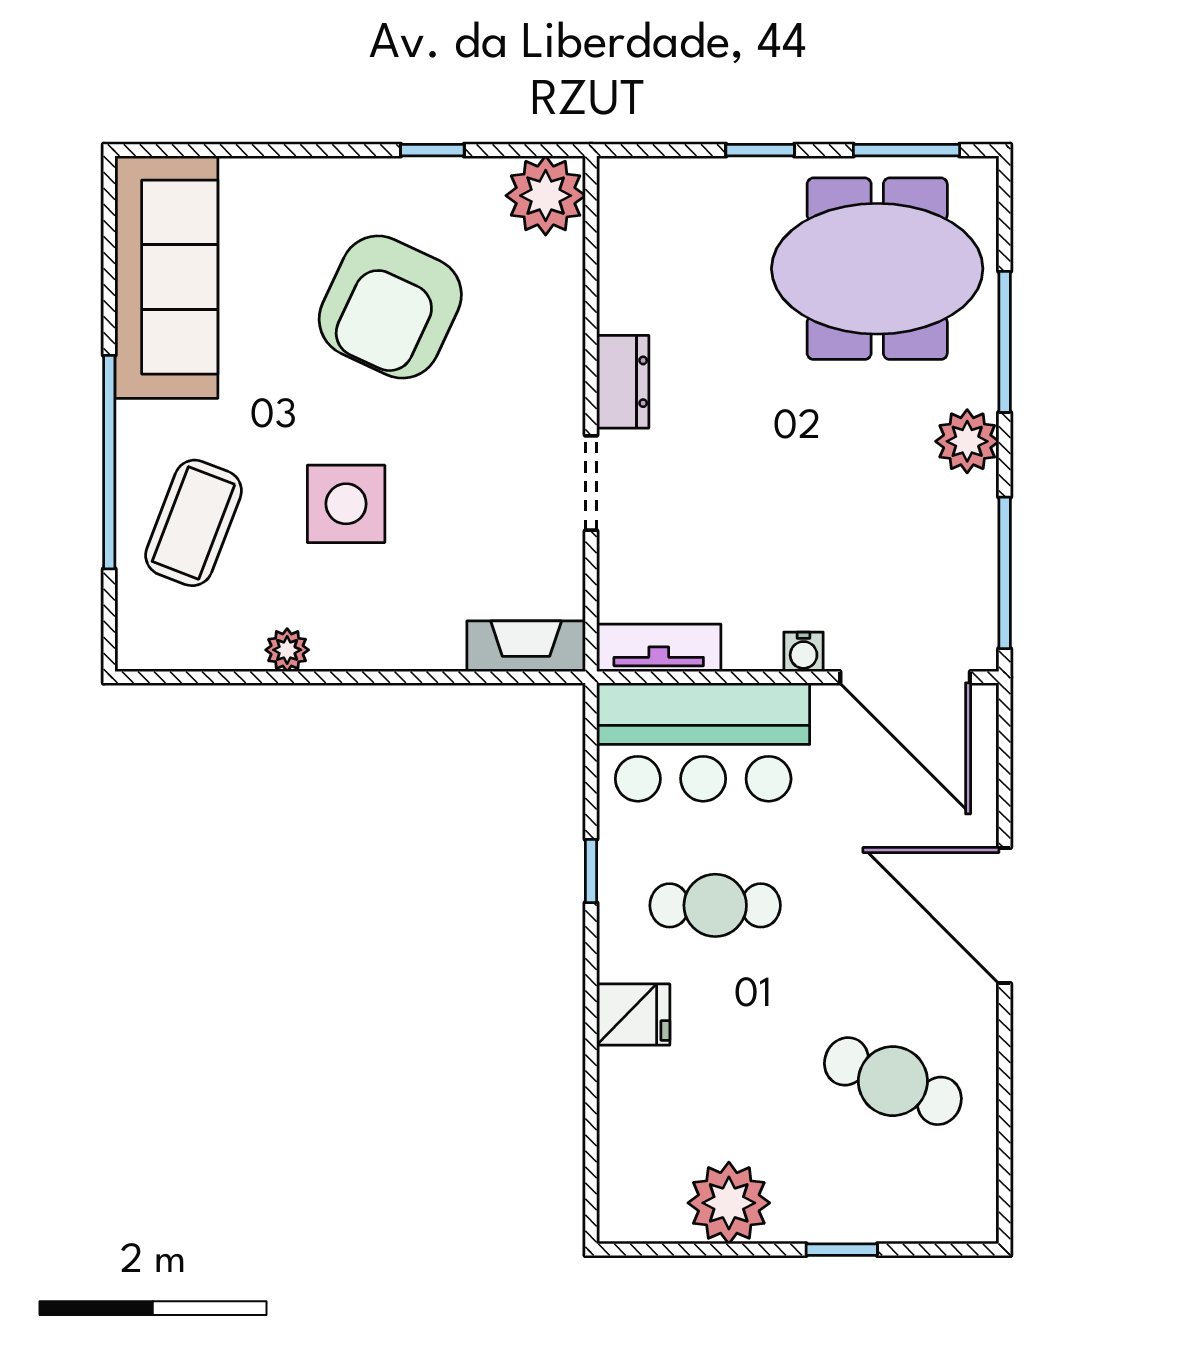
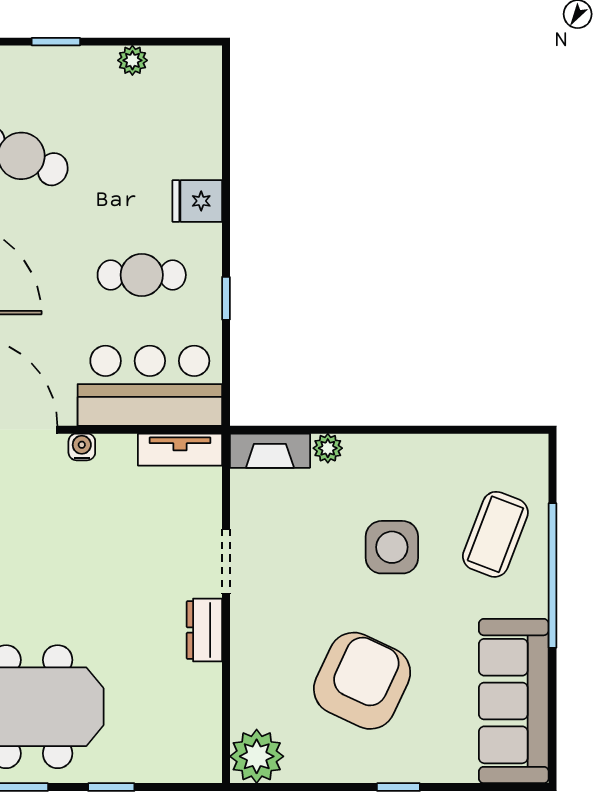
window: (432, 150) -> (398, 787), moved
plant: (287, 650) -> (328, 448), moved
plant: (729, 1203) -> (132, 60), width x0.53, depth x0.53

